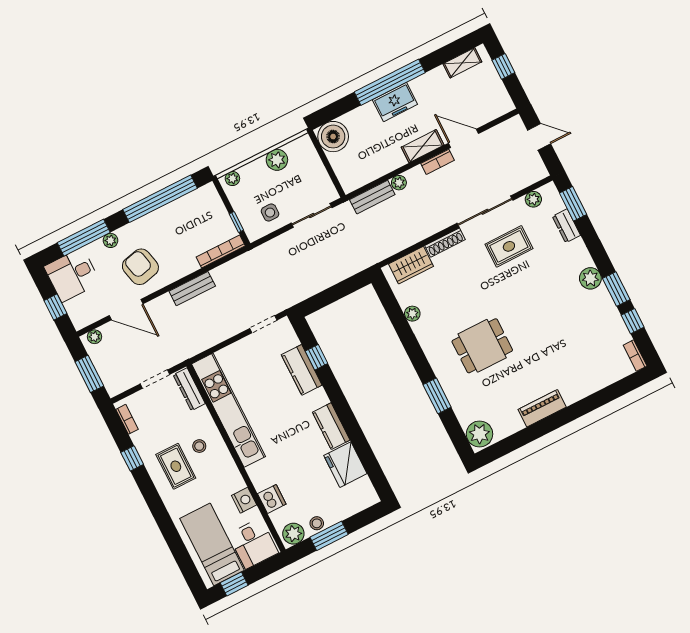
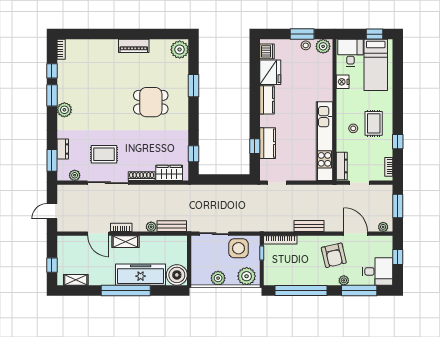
freezer: (395, 102) -> (141, 275), width x1.91, depth x1.26
door: (539, 137) -> (52, 211), hinge flipped
plant: (232, 179) -> (247, 276), width x1.88, depth x1.88
side table: (270, 213) -> (238, 248), width x1.87, depth x1.87
window: (392, 307) -> (194, 154), added
plant: (412, 314) -> (183, 143), removed
dishwasher: (272, 499) -> (267, 51), moved, turned 180

